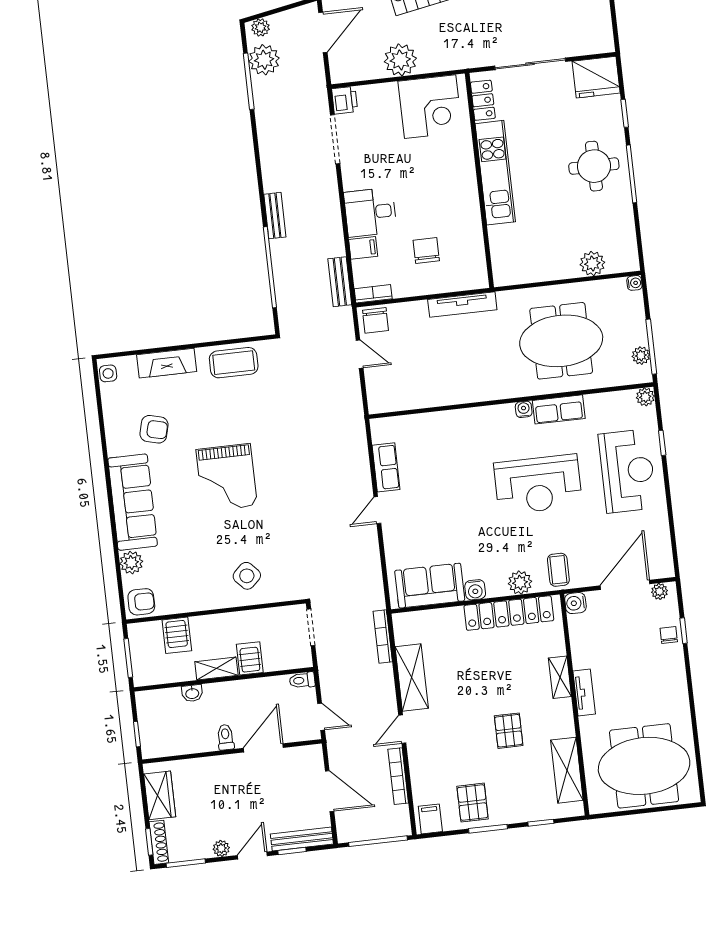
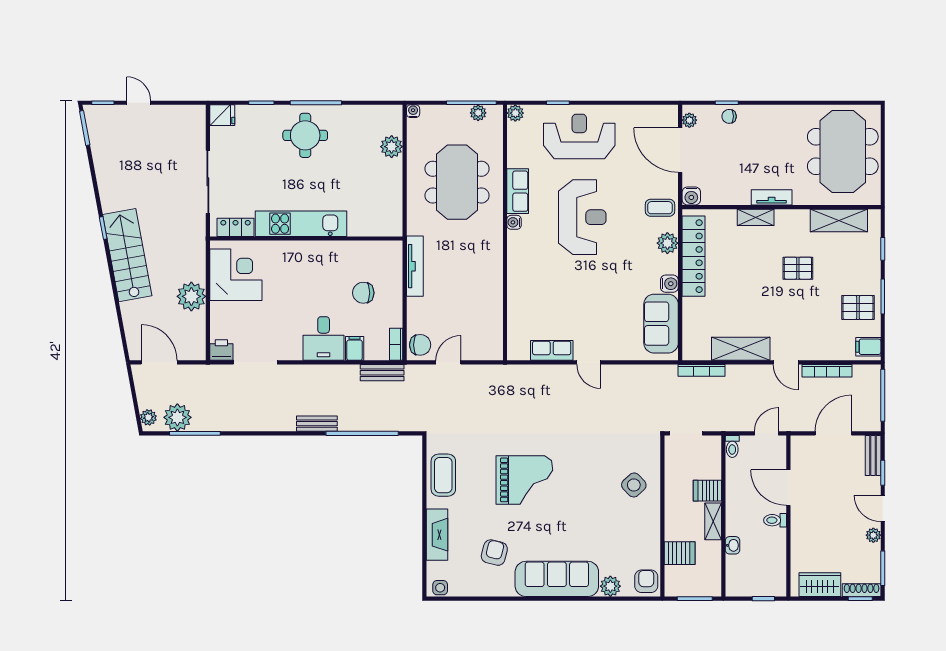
fridge: (596, 77) -> (222, 115), width x0.53, depth x0.75
grand piano: (227, 477) -> (524, 480), moved
bench: (302, 839) -> (873, 455), width x0.73

